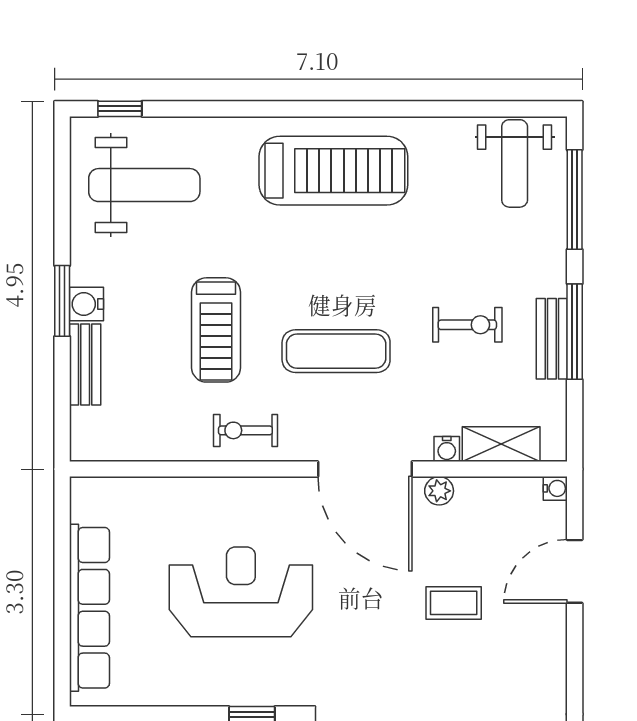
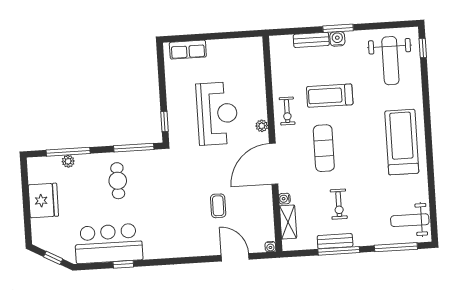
treadmill: (333, 171) -> (402, 142), turned 180
exercise bike: (245, 430) -> (287, 111), turned 180
plant: (439, 491) -> (262, 126), moved
row of seats: (89, 608) -> (188, 50), width x0.50

